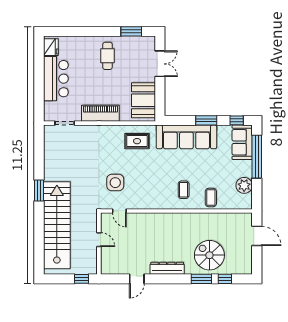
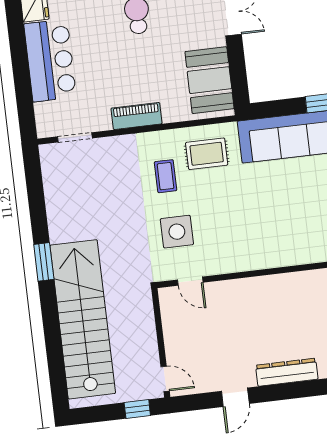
piano: (100, 113) -> (136, 116), width x0.73, depth x0.75
coffee table: (184, 190) -> (166, 176), moved
door: (99, 240) -> (165, 379), moved

